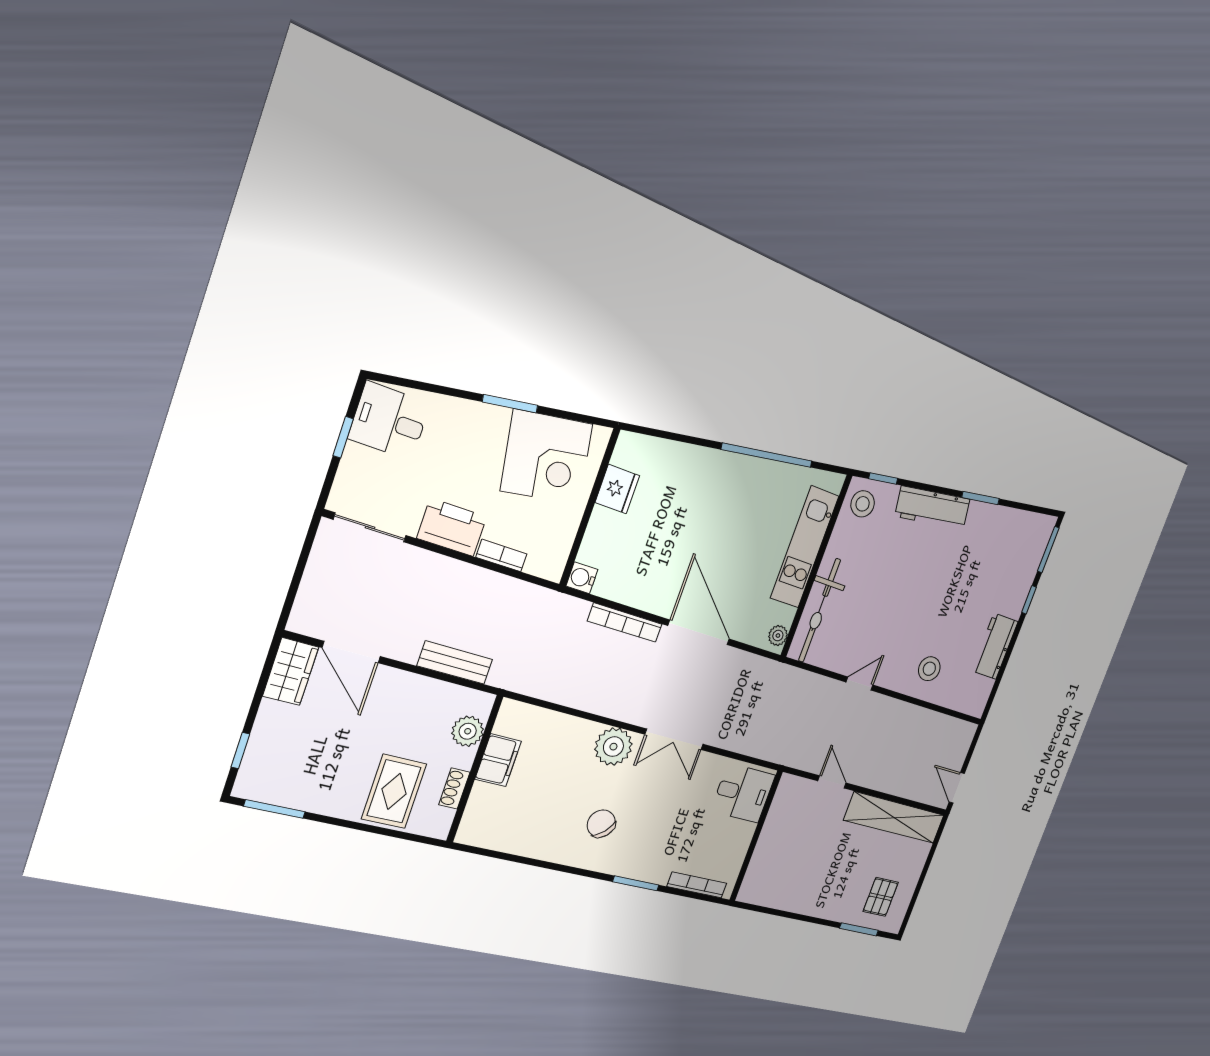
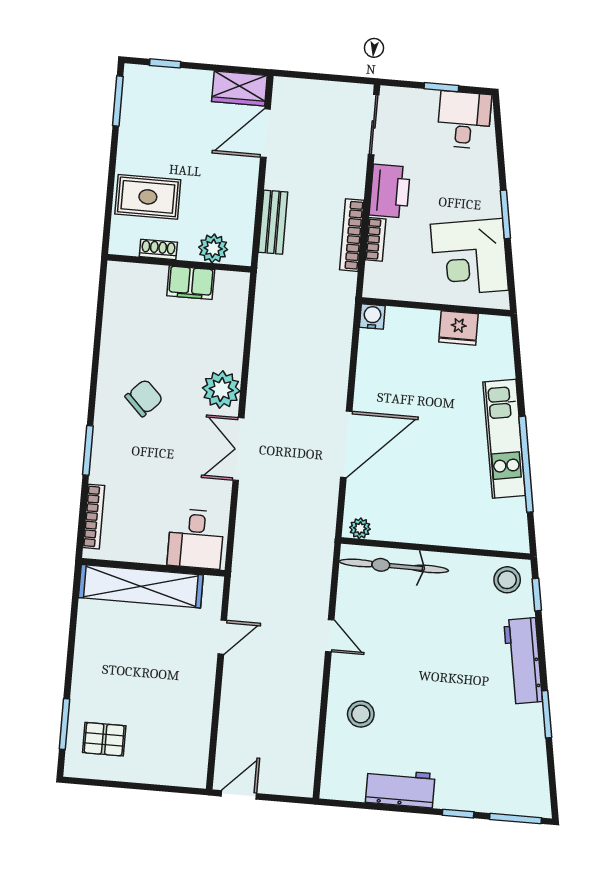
kitchen unit: (805, 547) -> (504, 439), moved, turned -100
bookcase: (625, 623) -> (352, 235), moved
shelving: (894, 818) -> (141, 586), moved, turned 90

